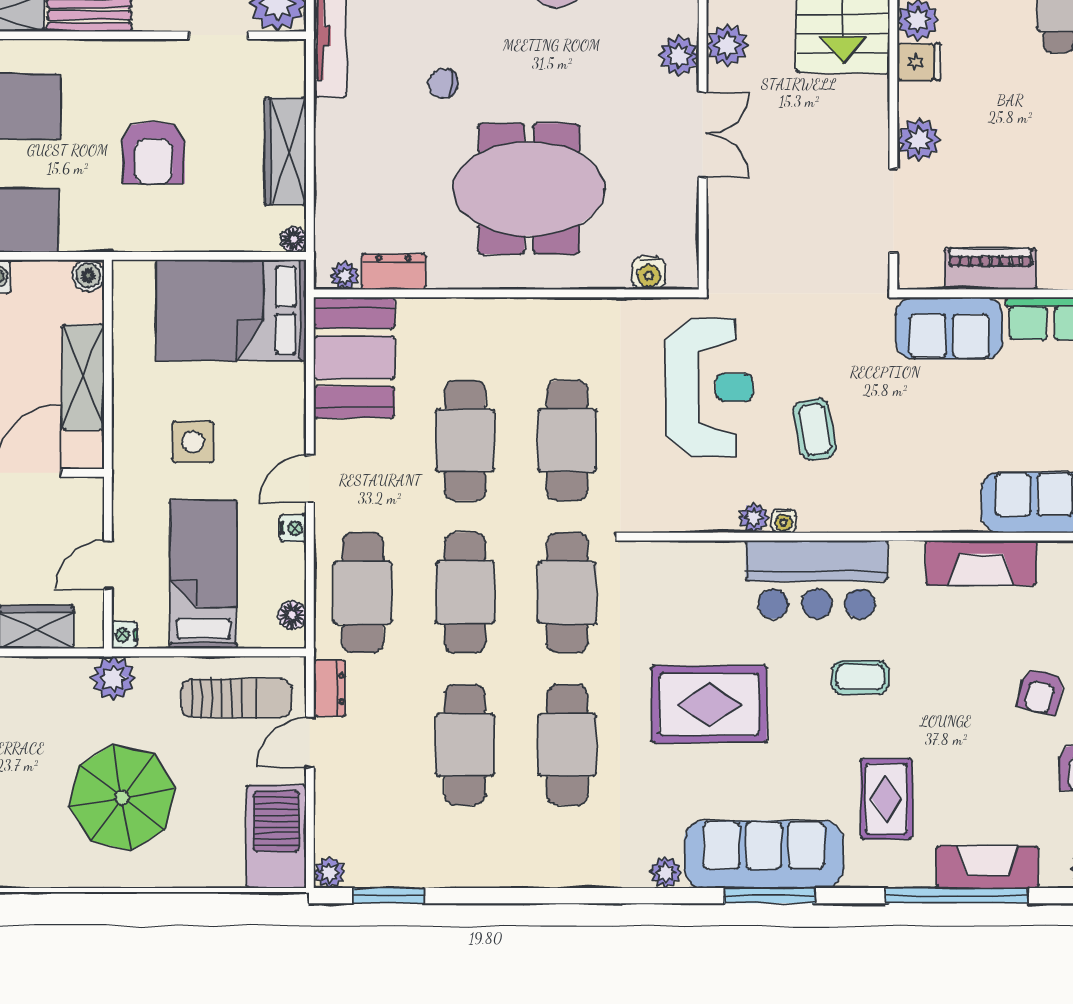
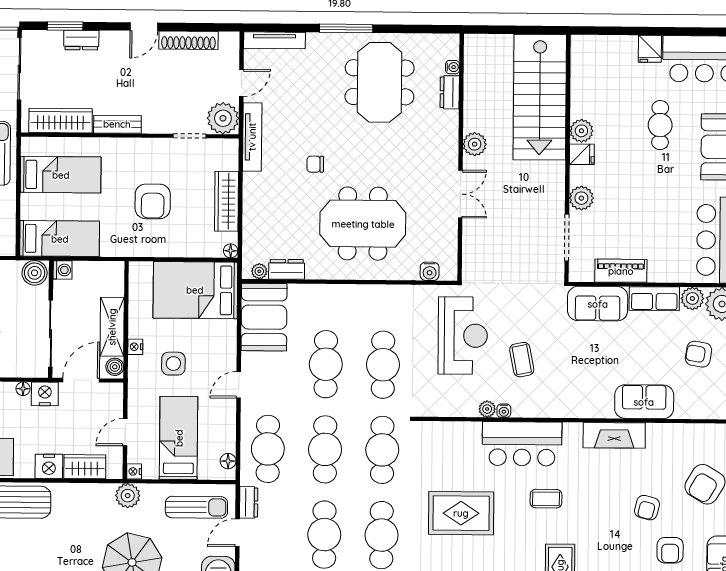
plant: (679, 56) -> (447, 150), removed
boiler: (88, 275) -> (115, 367), moved
nightstand: (293, 528) -> (135, 347), moved, turned 180

